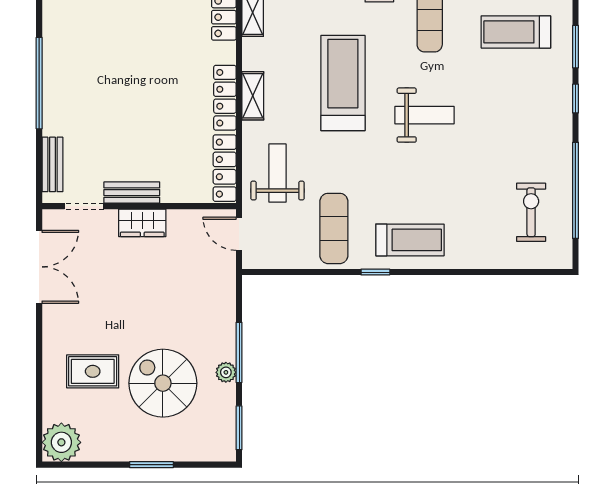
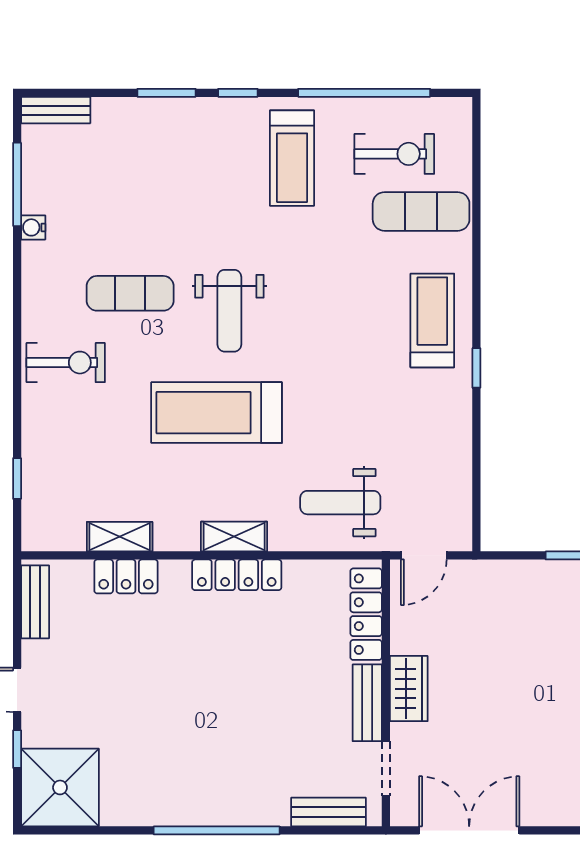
treadmill: (516, 32) -> (292, 158), moved
weight bench: (425, 115) -> (229, 311), moved, turned 180
locker: (225, 168) -> (366, 614), moved, turned 90
exercise bike: (531, 212) -> (394, 154), turned 180
exercise mat: (334, 228) -> (421, 211), moved

